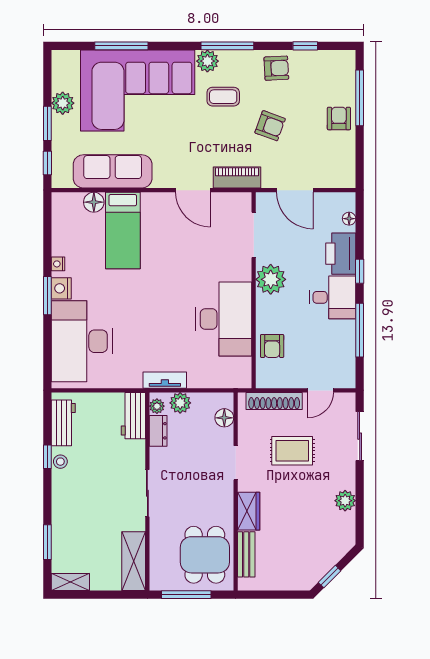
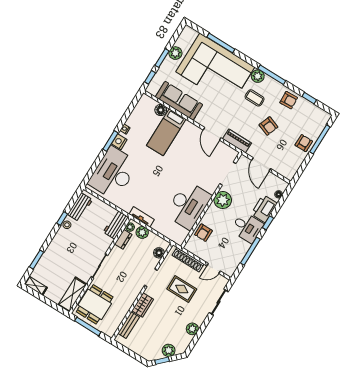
dining table: (205, 555) -> (95, 304), moved
plant: (330, 555) -> (169, 350), added

